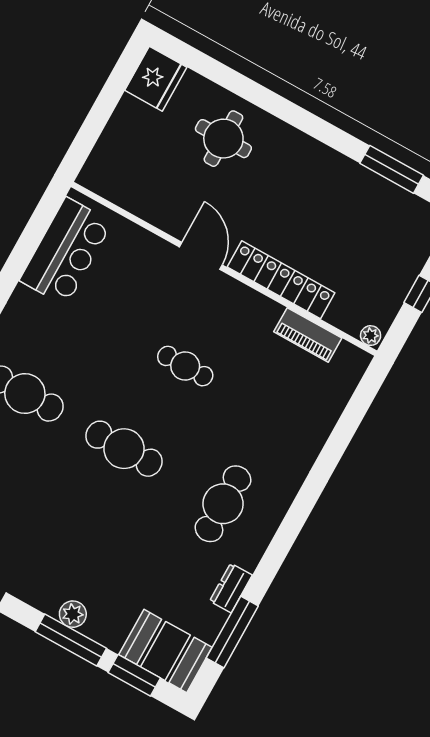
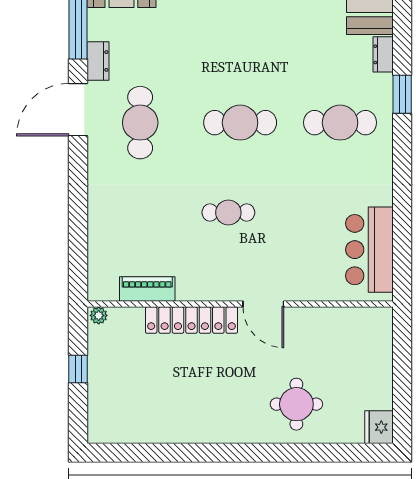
fridge: (156, 79) -> (379, 427), width x0.73, depth x0.75
window: (392, 169) -> (154, 453), removed
door: (277, 551) -> (78, 110), added

